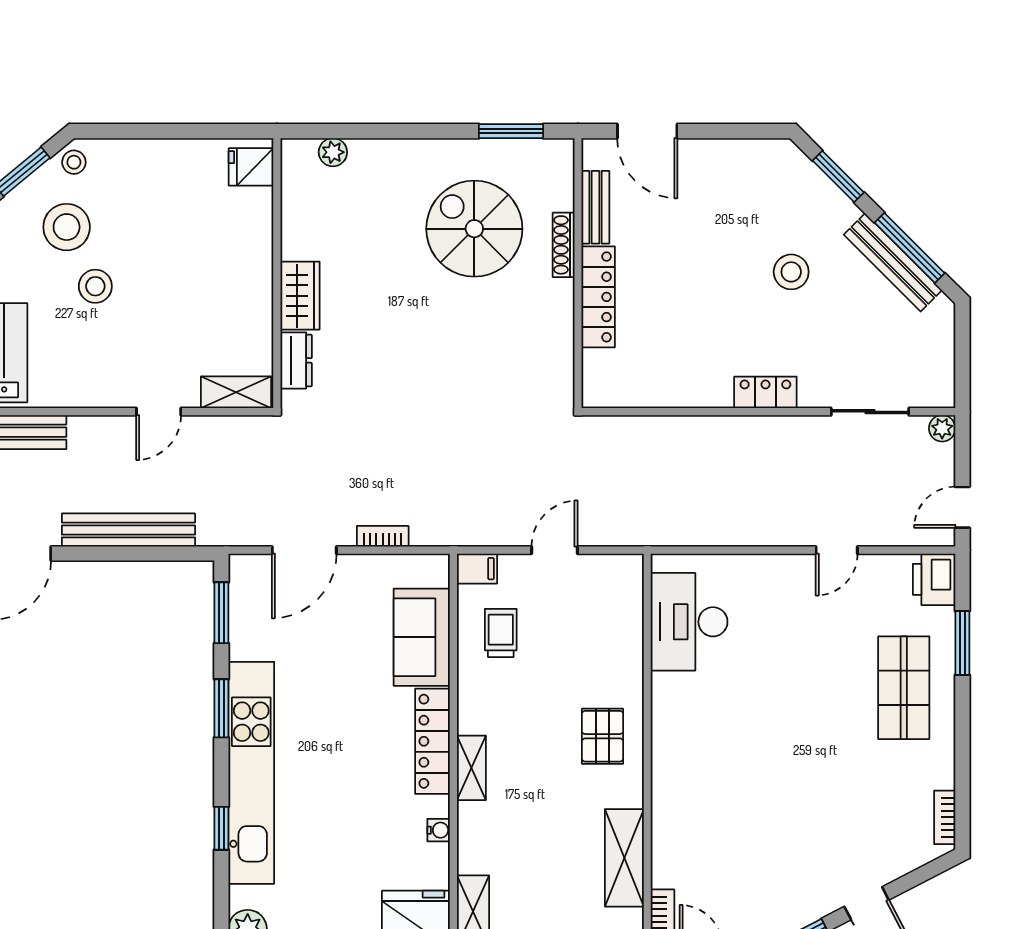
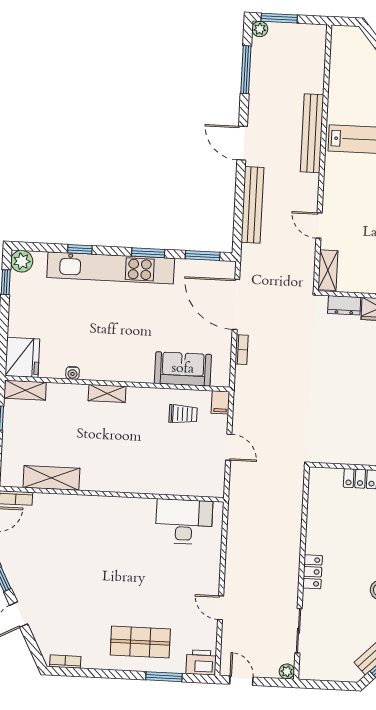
door: (304, 550) -> (236, 304), width x1.36
pallet: (603, 736) -> (121, 469), removed
locker: (433, 741) -> (123, 372), removed

